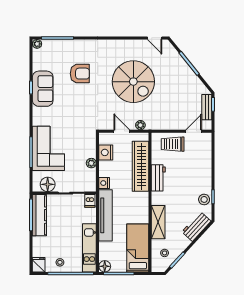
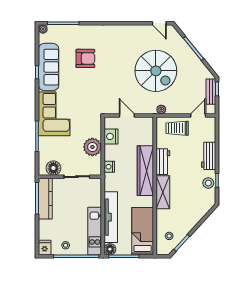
spiral stairs: (133, 82) -> (156, 71), moved
sofa: (43, 89) -> (49, 67), width x1.36
plant: (140, 125) -> (161, 109), moved
corner sofa: (48, 148) -> (54, 114), moved
plant: (91, 163) -> (92, 147), width x1.87, depth x1.87
wardrobe: (140, 166) -> (145, 171), moved
dishwasher: (90, 201) -> (95, 184), removed
tv unit: (106, 215) -> (111, 217), moved
shelving: (158, 222) -> (163, 192), moved
workbench: (196, 226) -> (209, 156), moved, turned -42

